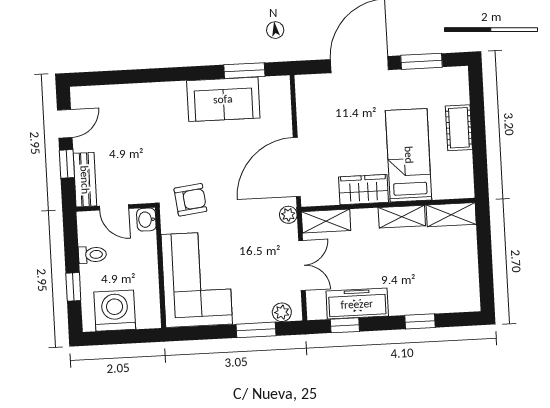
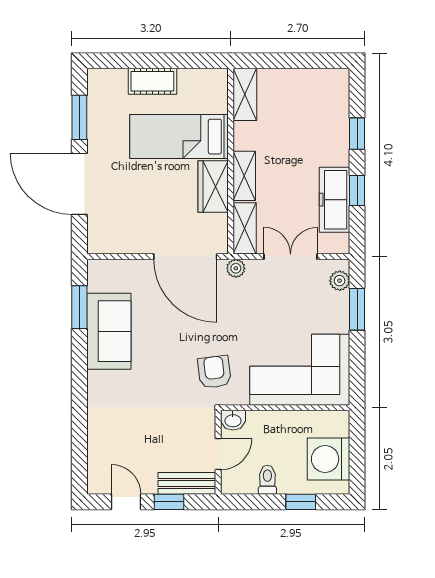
shelving: (402, 217) -> (244, 176), moved
window: (345, 325) -> (357, 191), moved

